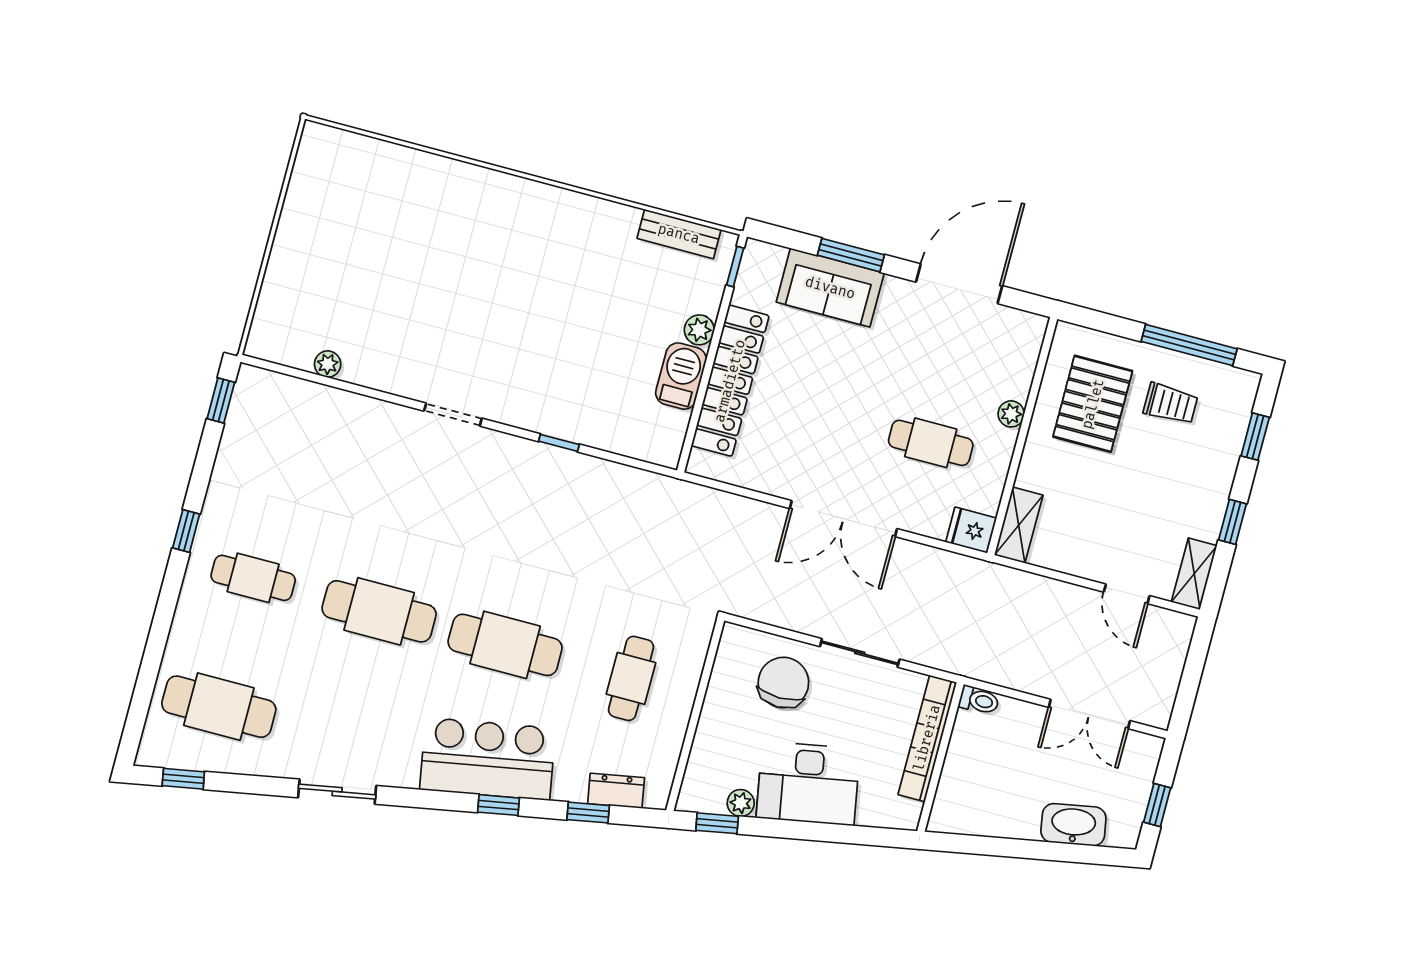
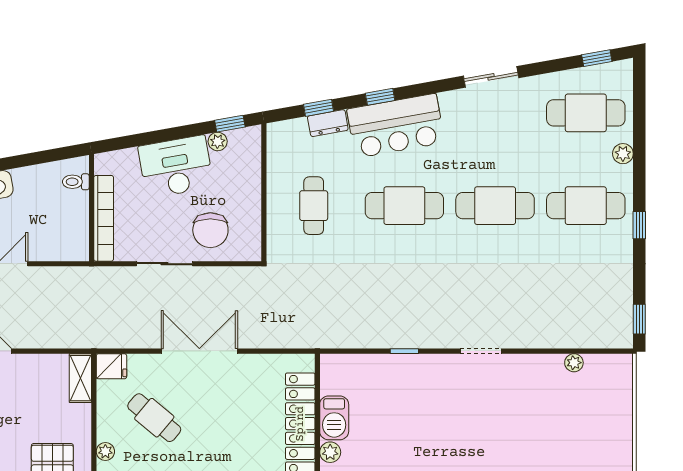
cafe table: (931, 443) -> (154, 418), turned 40
cafe table: (253, 578) -> (586, 206), width x1.37, depth x1.35
plant: (182, 636) -> (623, 154), added
toilet: (979, 700) -> (76, 182), moved
dresser: (616, 791) -> (328, 123), moved

